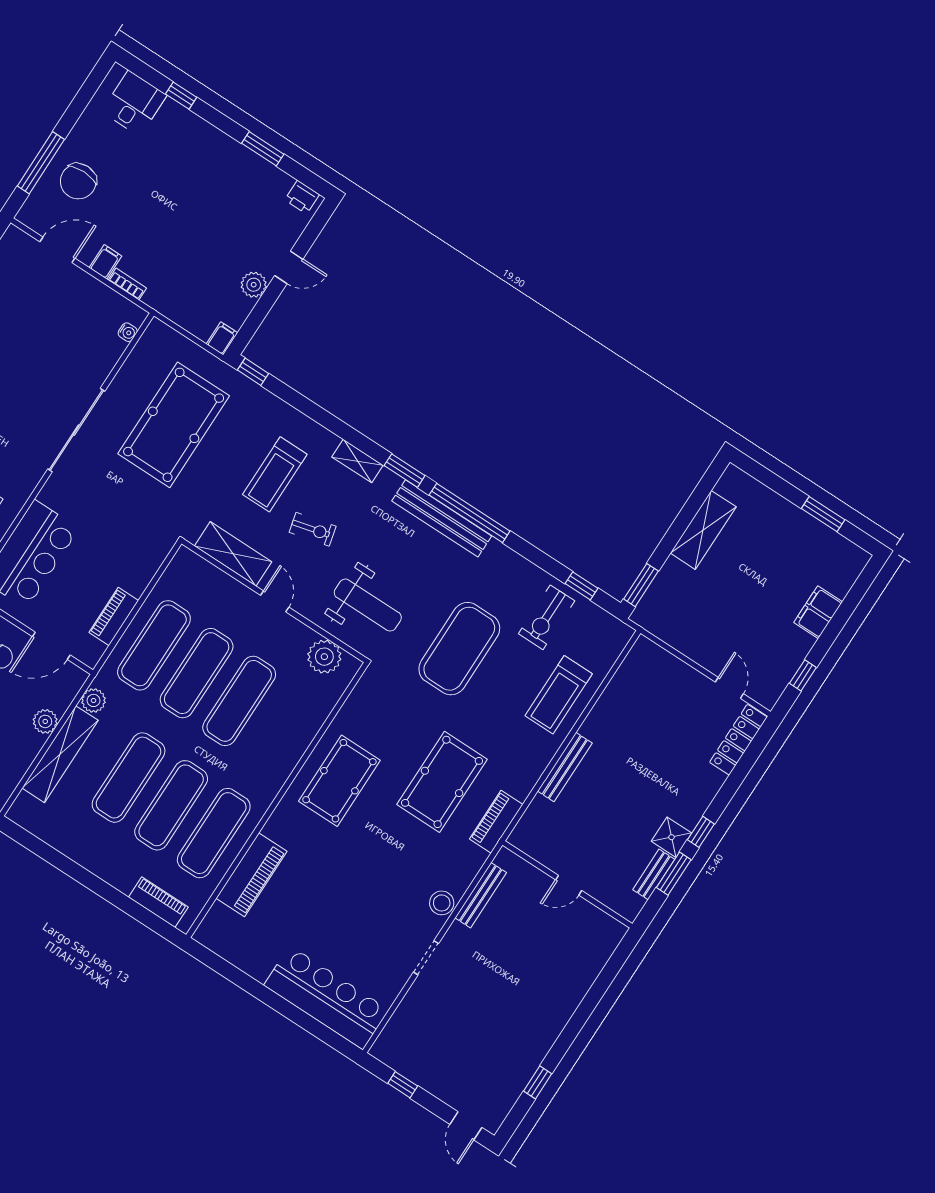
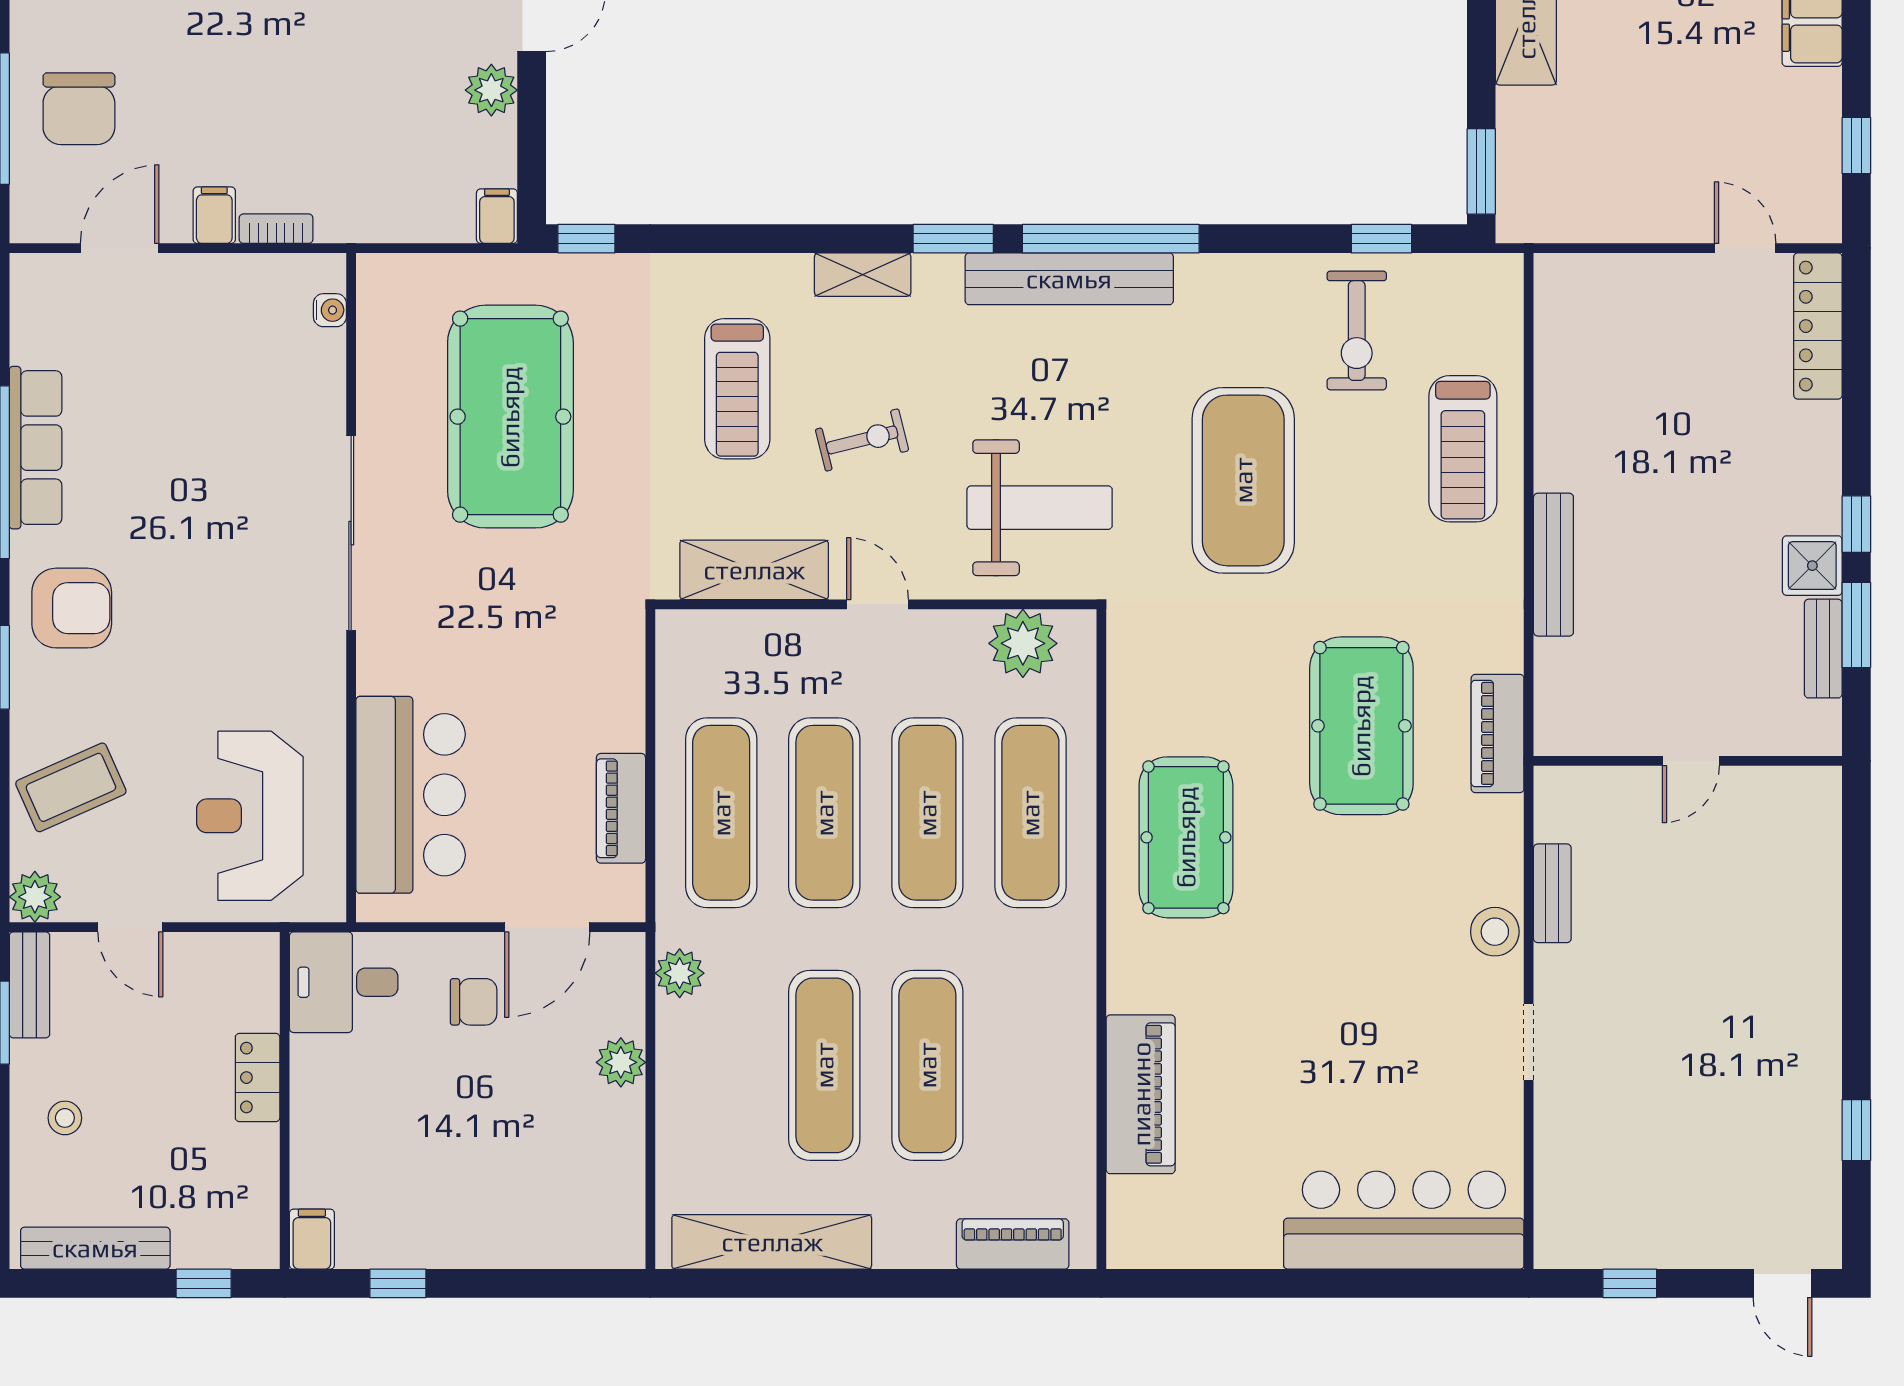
shelving: (60, 754) -> (772, 1242), moved, turned 90
exercise mat: (214, 833) -> (1030, 813), moved
bench: (481, 895) -> (1552, 893), width x0.73

